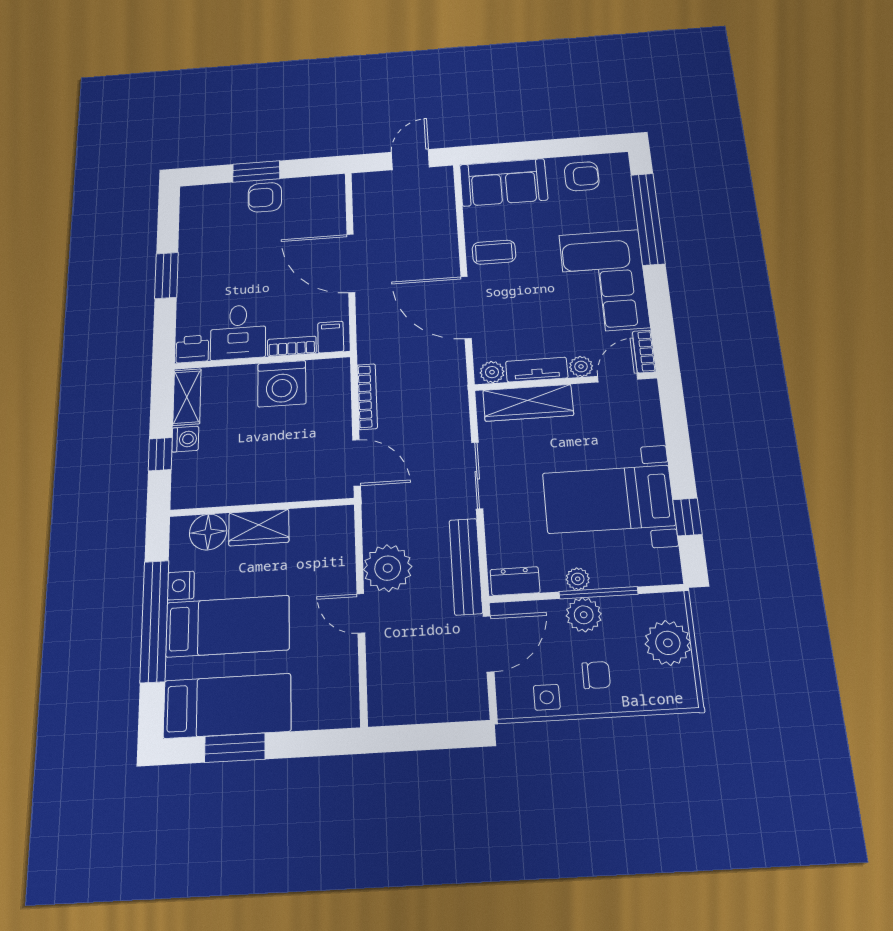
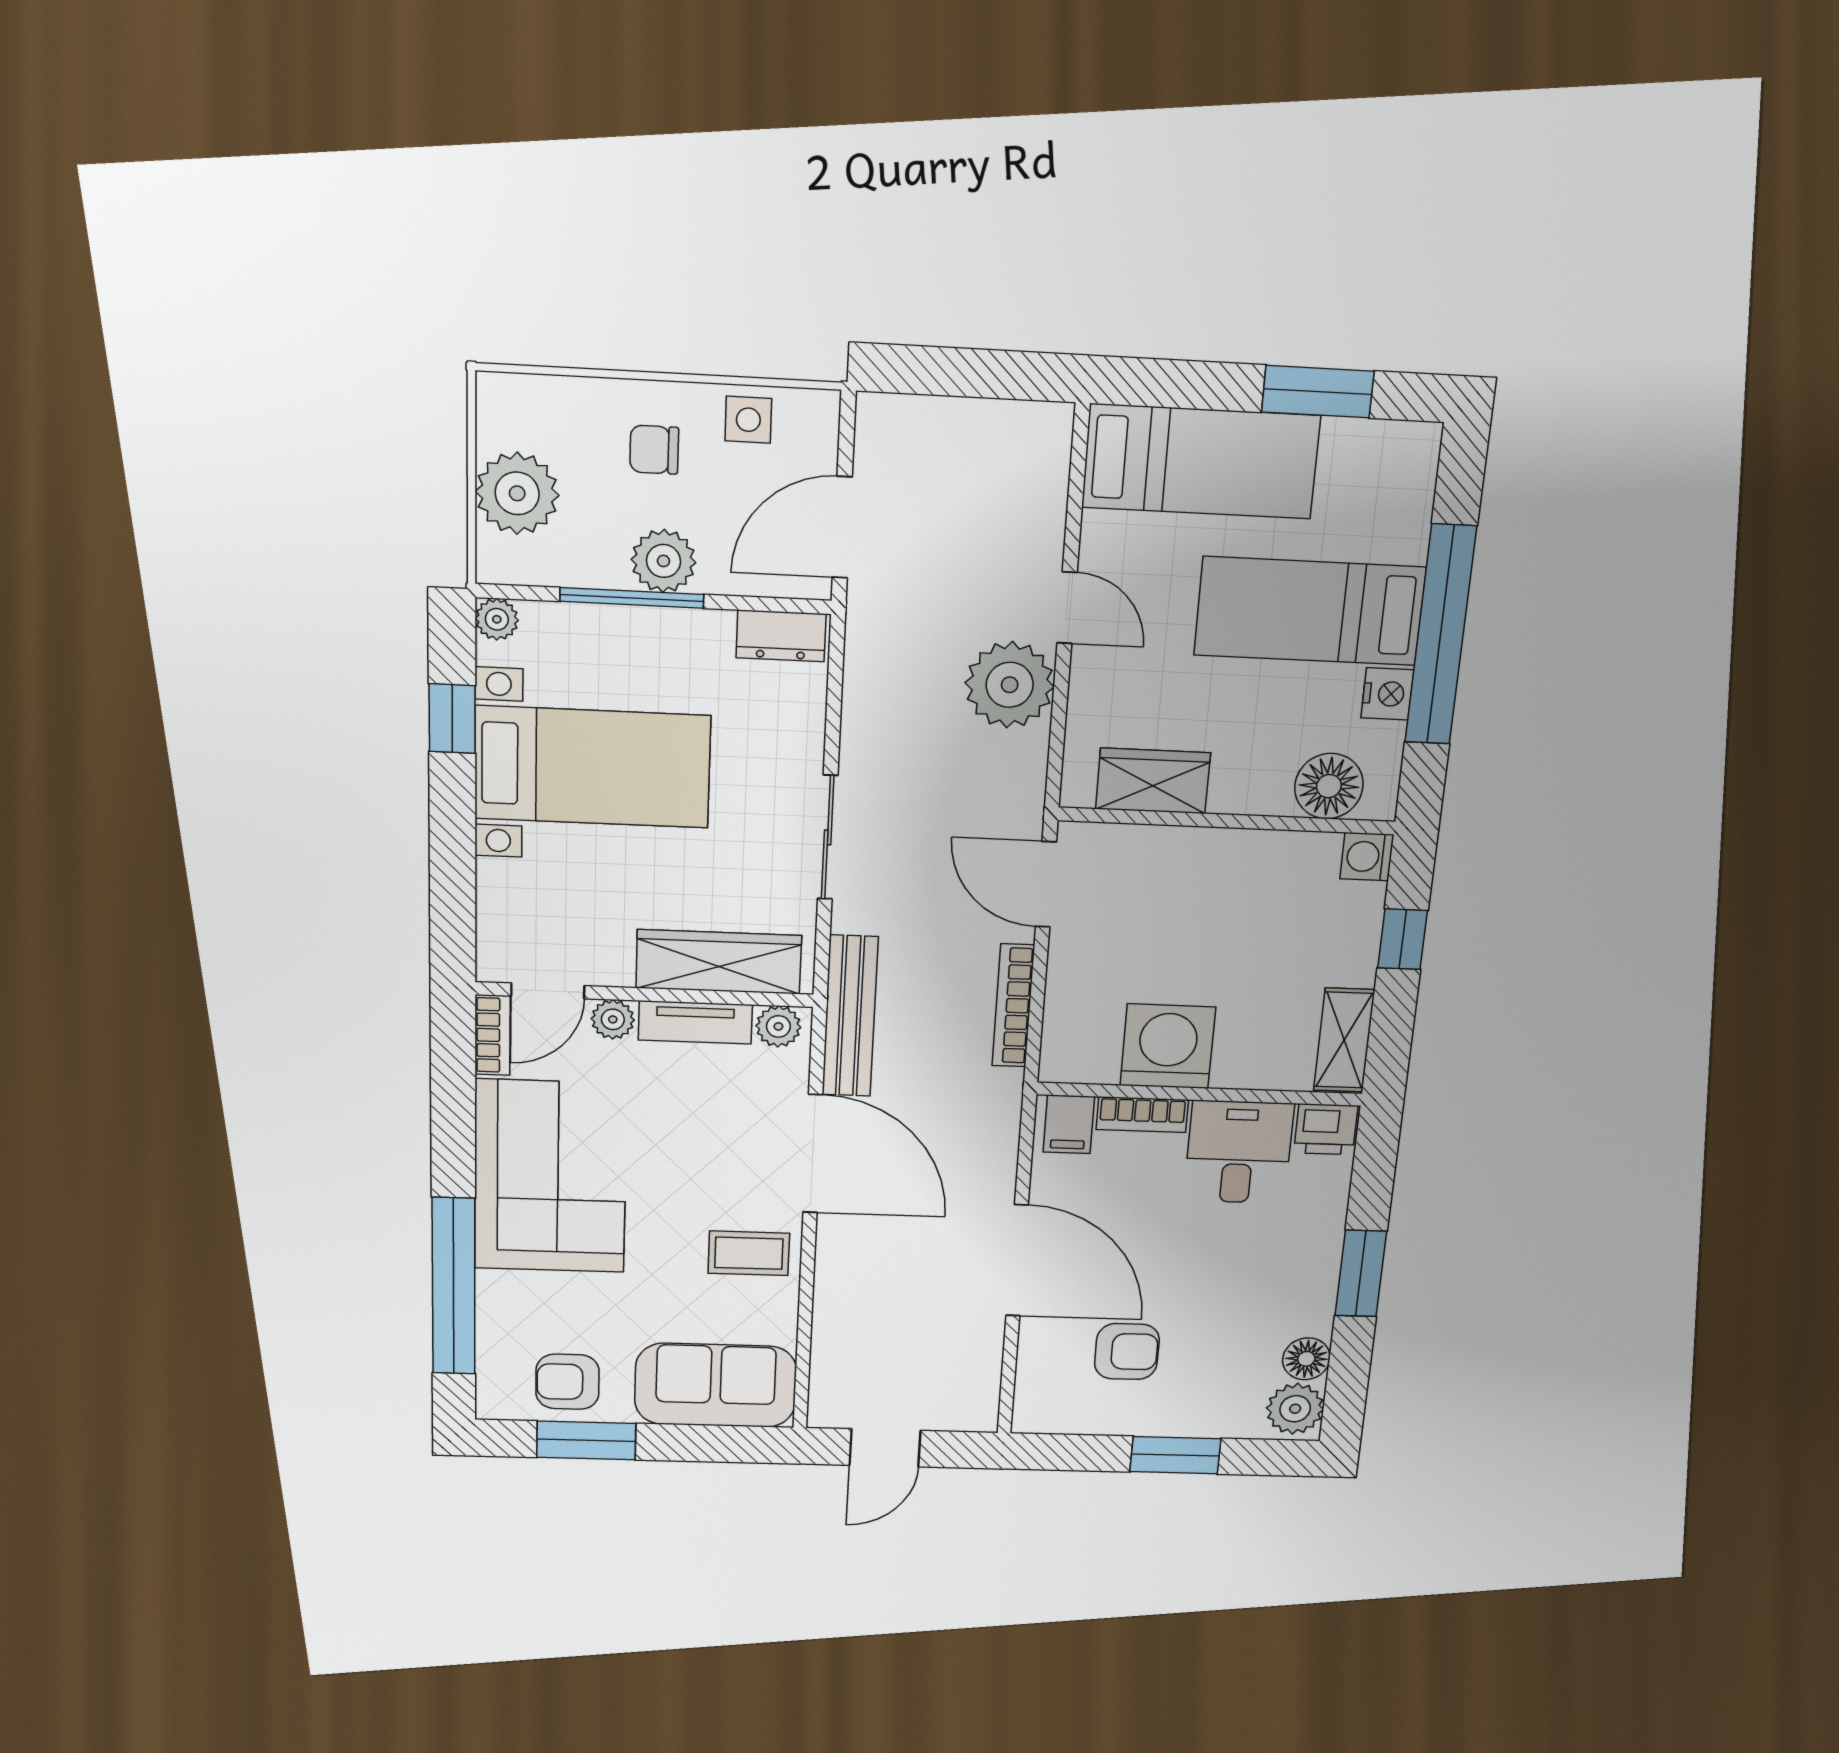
window: (568, 147) -> (586, 1440), added
armchair: (265, 197) -> (1127, 1351), moved
plant: (195, 202) -> (1295, 1409), added
floor lamp: (191, 228) -> (1306, 1359), added
washing machine: (185, 439) -> (1367, 857), moved
wardrobe: (259, 527) -> (1153, 781), moved
bench: (466, 566) -> (850, 1016), moved
plant: (578, 579) -> (497, 619), moved
bed: (227, 706) -> (1201, 461), moved, turned 180

